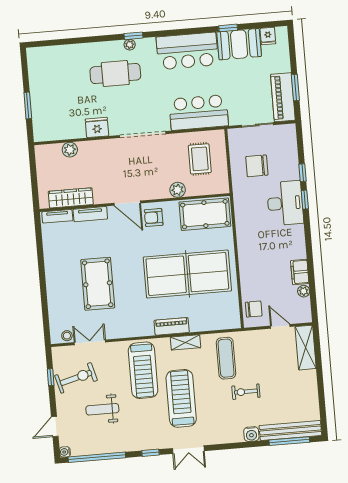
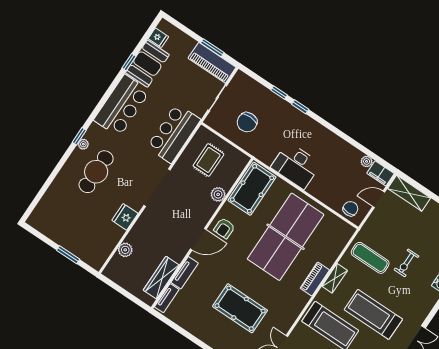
rug: (200, 159) -> (208, 160), turned 90
desk: (285, 203) -> (296, 166), moved, turned 180
filing cabinet: (300, 272) -> (380, 173), moved

